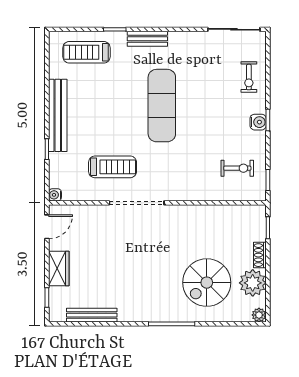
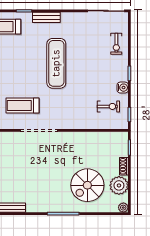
water cooler: (258, 122) -> (123, 88), moved
treadmill: (113, 167) -> (22, 106), turned 180

